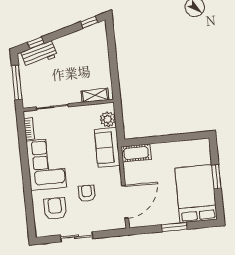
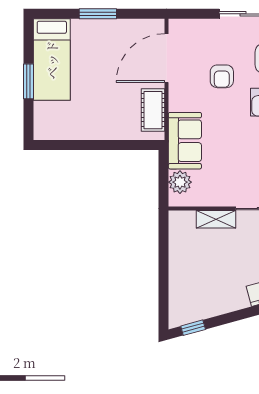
shelving: (95, 95) -> (216, 219), moved
cot: (136, 153) -> (153, 110), moved, turned 90
bed: (196, 194) -> (52, 60), width x0.67

